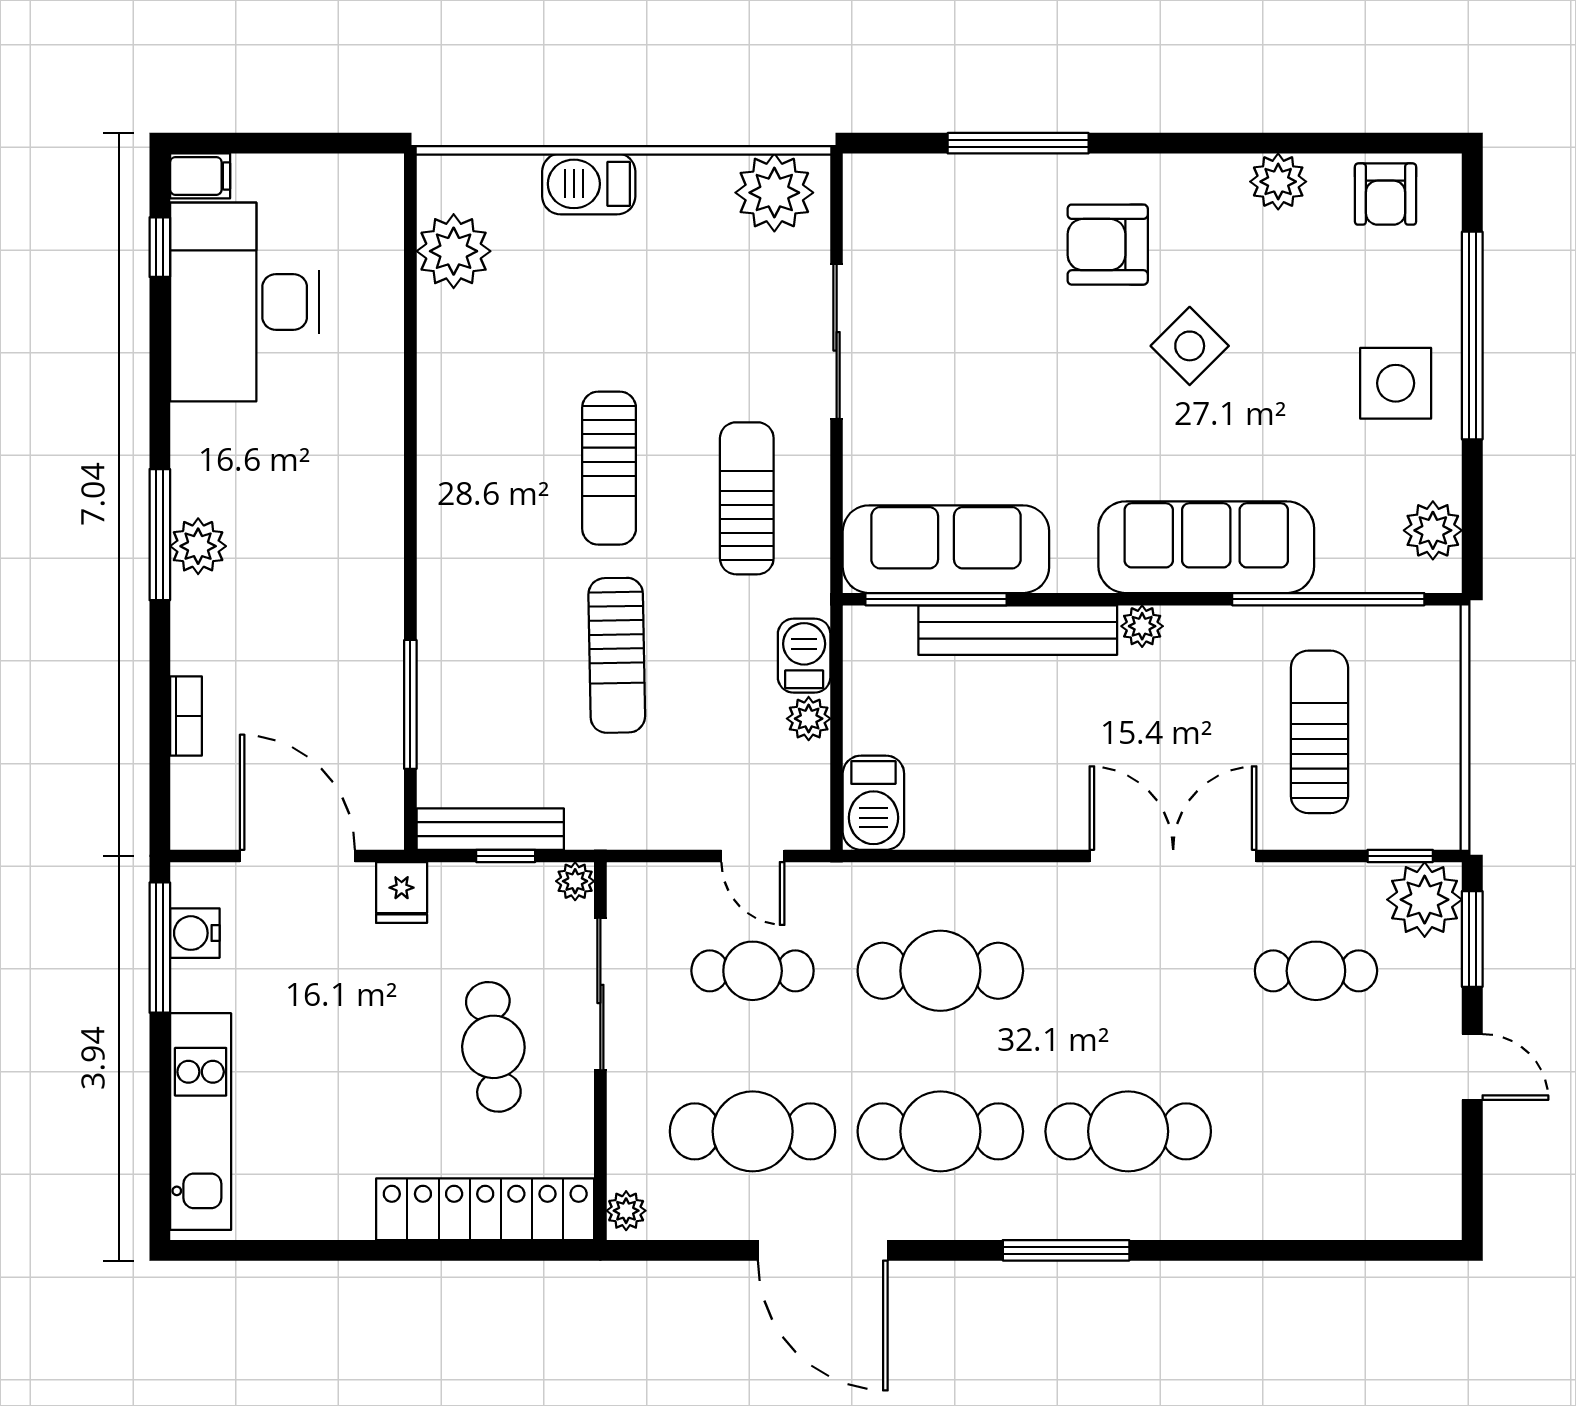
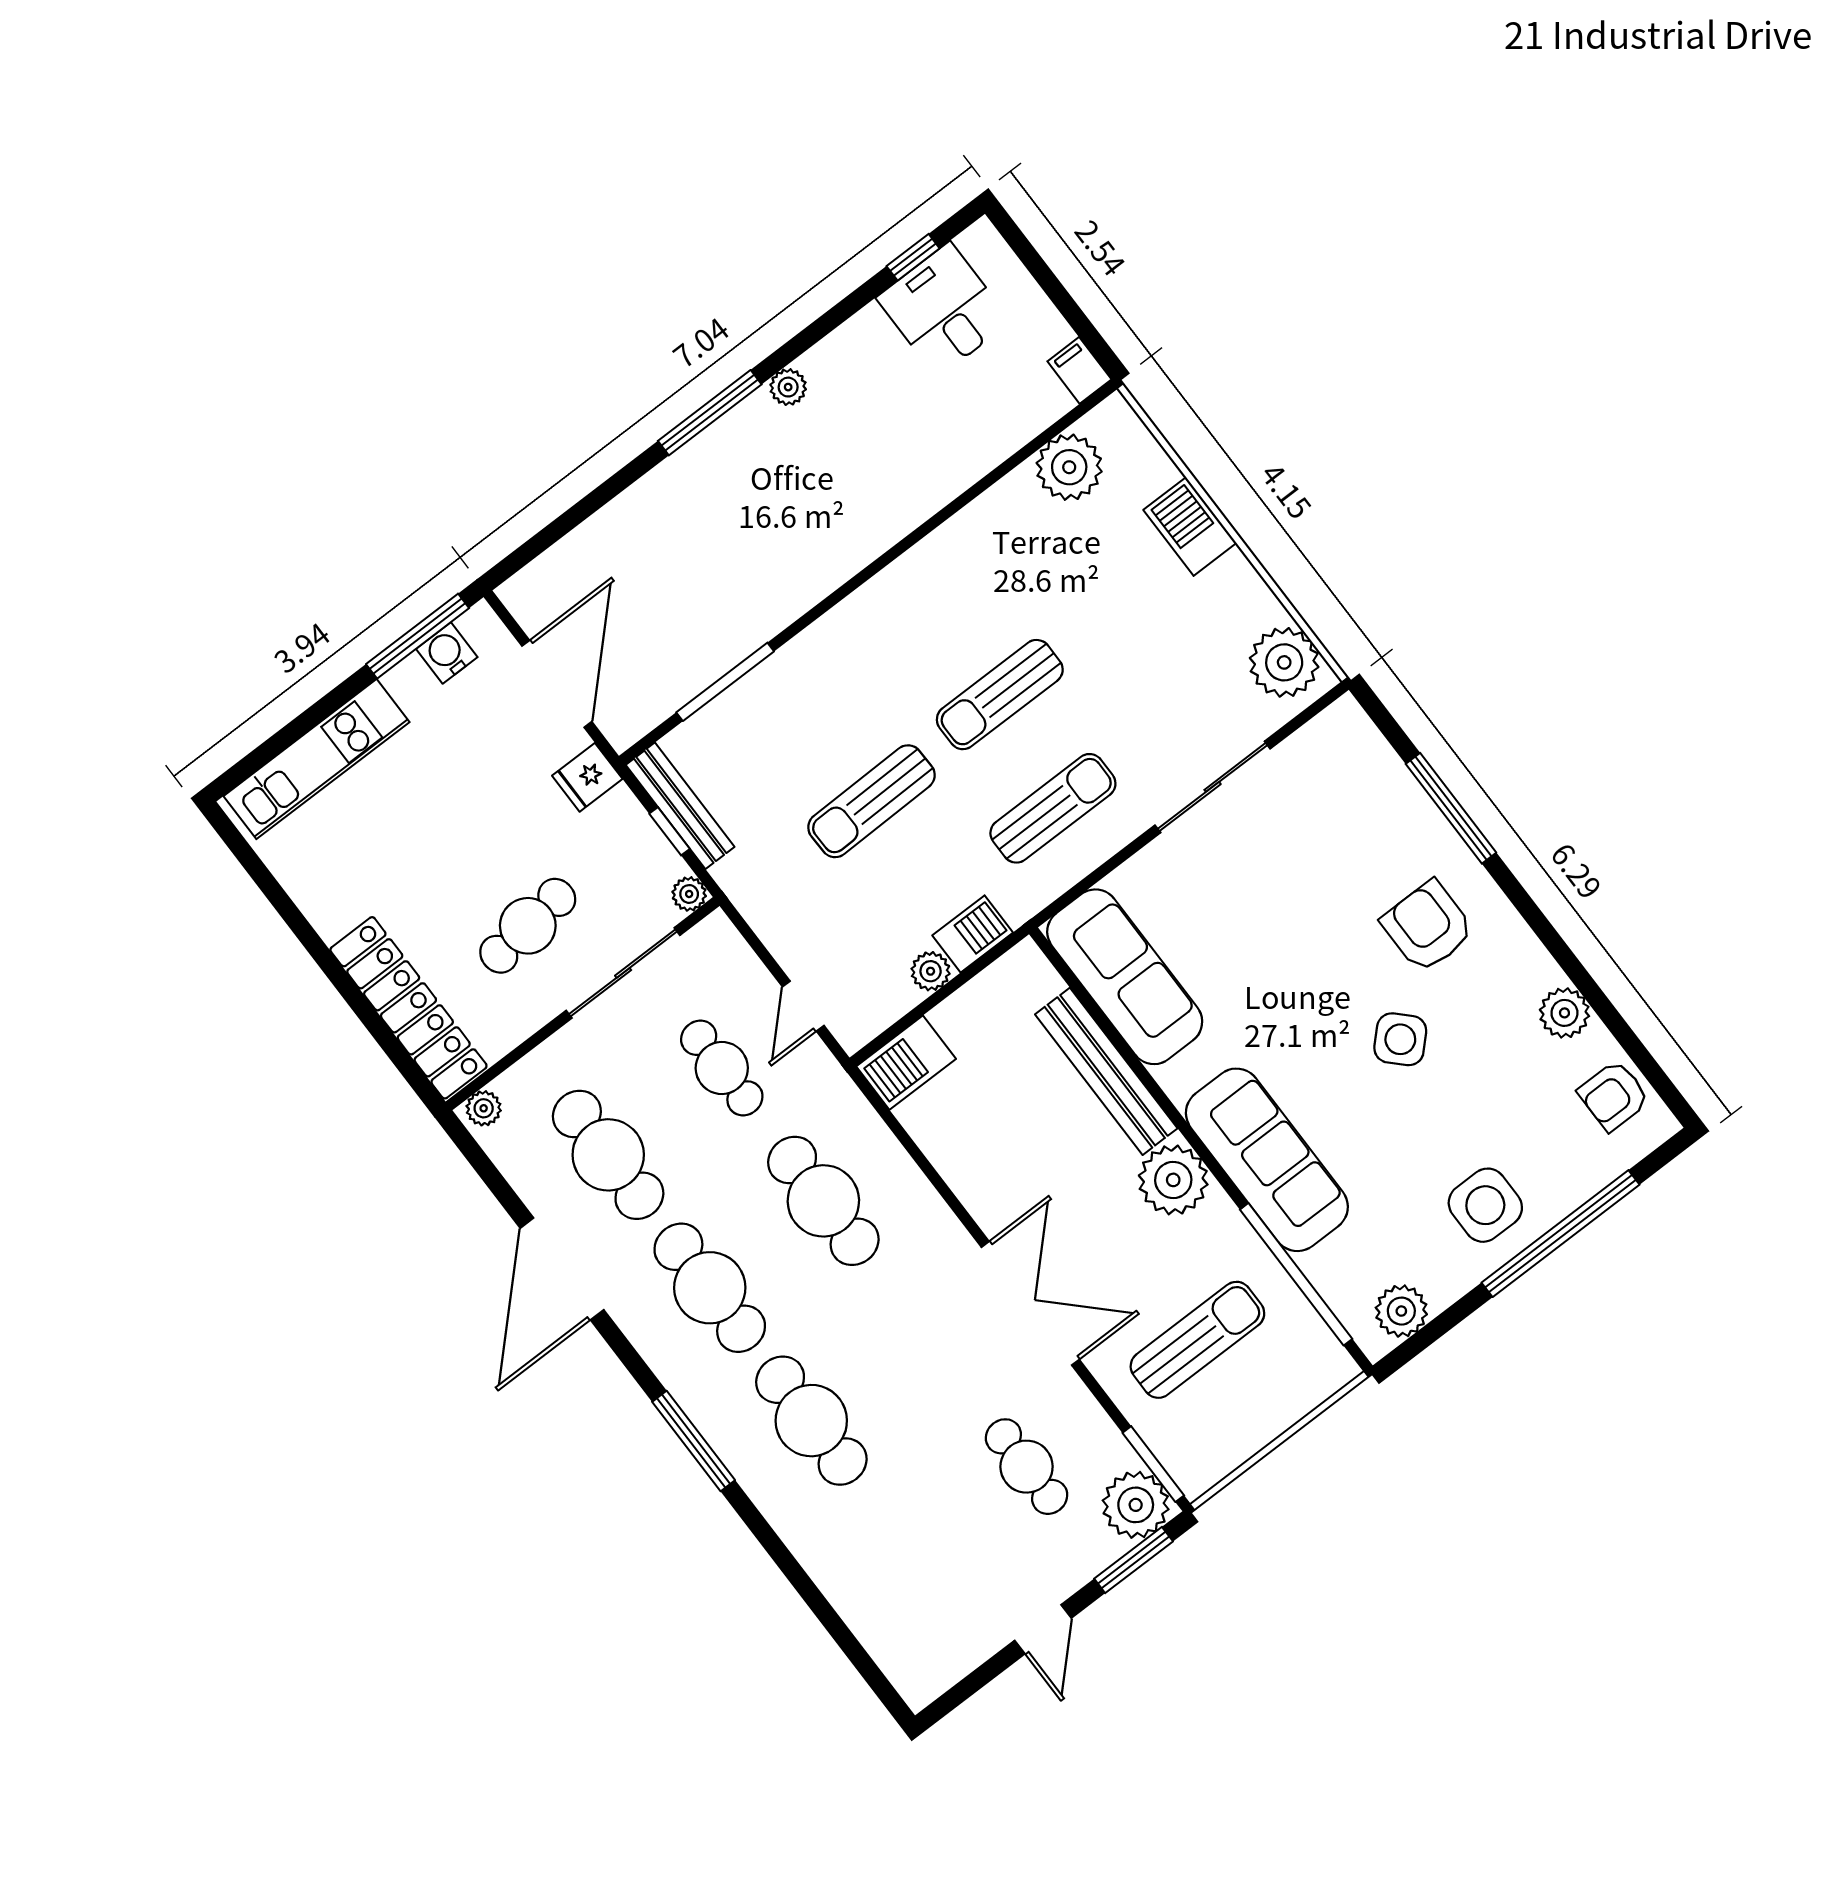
filing cabinet: (200, 176) -> (1079, 370), moved, turned 180
desk: (244, 302) -> (944, 310), width x0.53, depth x0.77
plant: (198, 546) -> (788, 387), moved, width x0.73, depth x0.73
window: (936, 599) -> (1084, 997), removed
plant: (1142, 626) -> (1173, 1180), width x1.87, depth x1.87
bookcase: (186, 716) -> (596, 529), removed
window: (1400, 856) -> (1153, 1464), width x1.50

